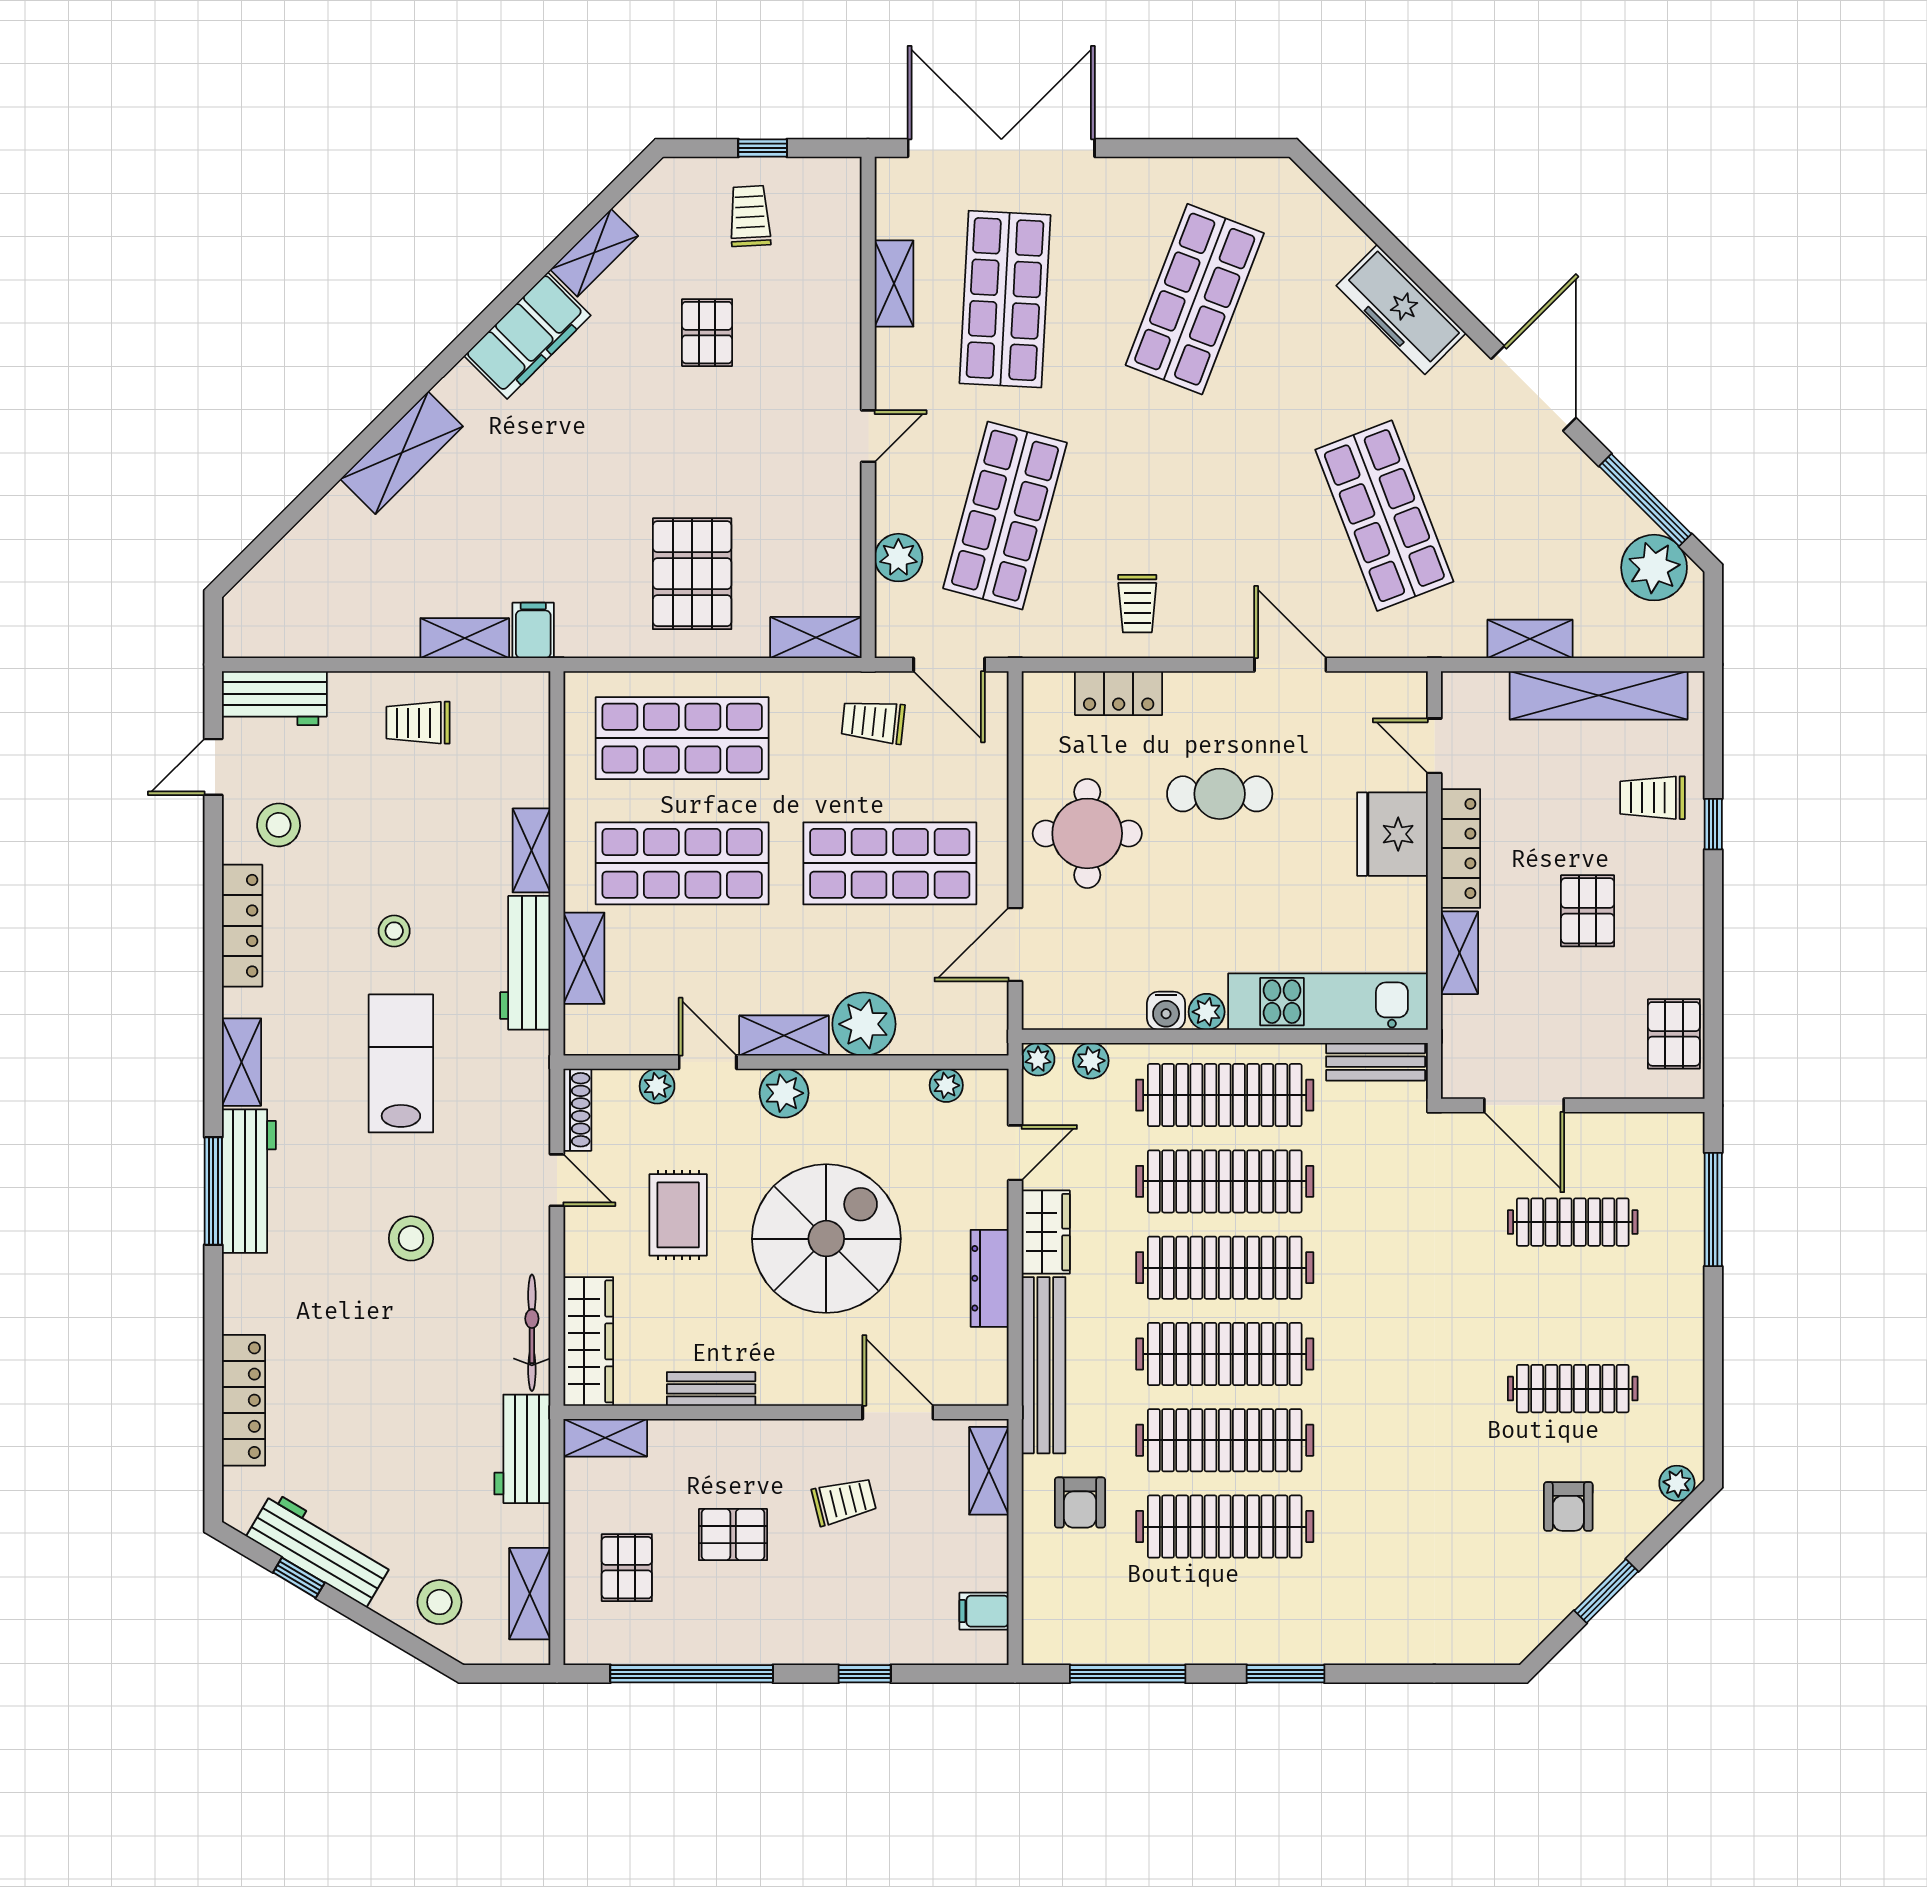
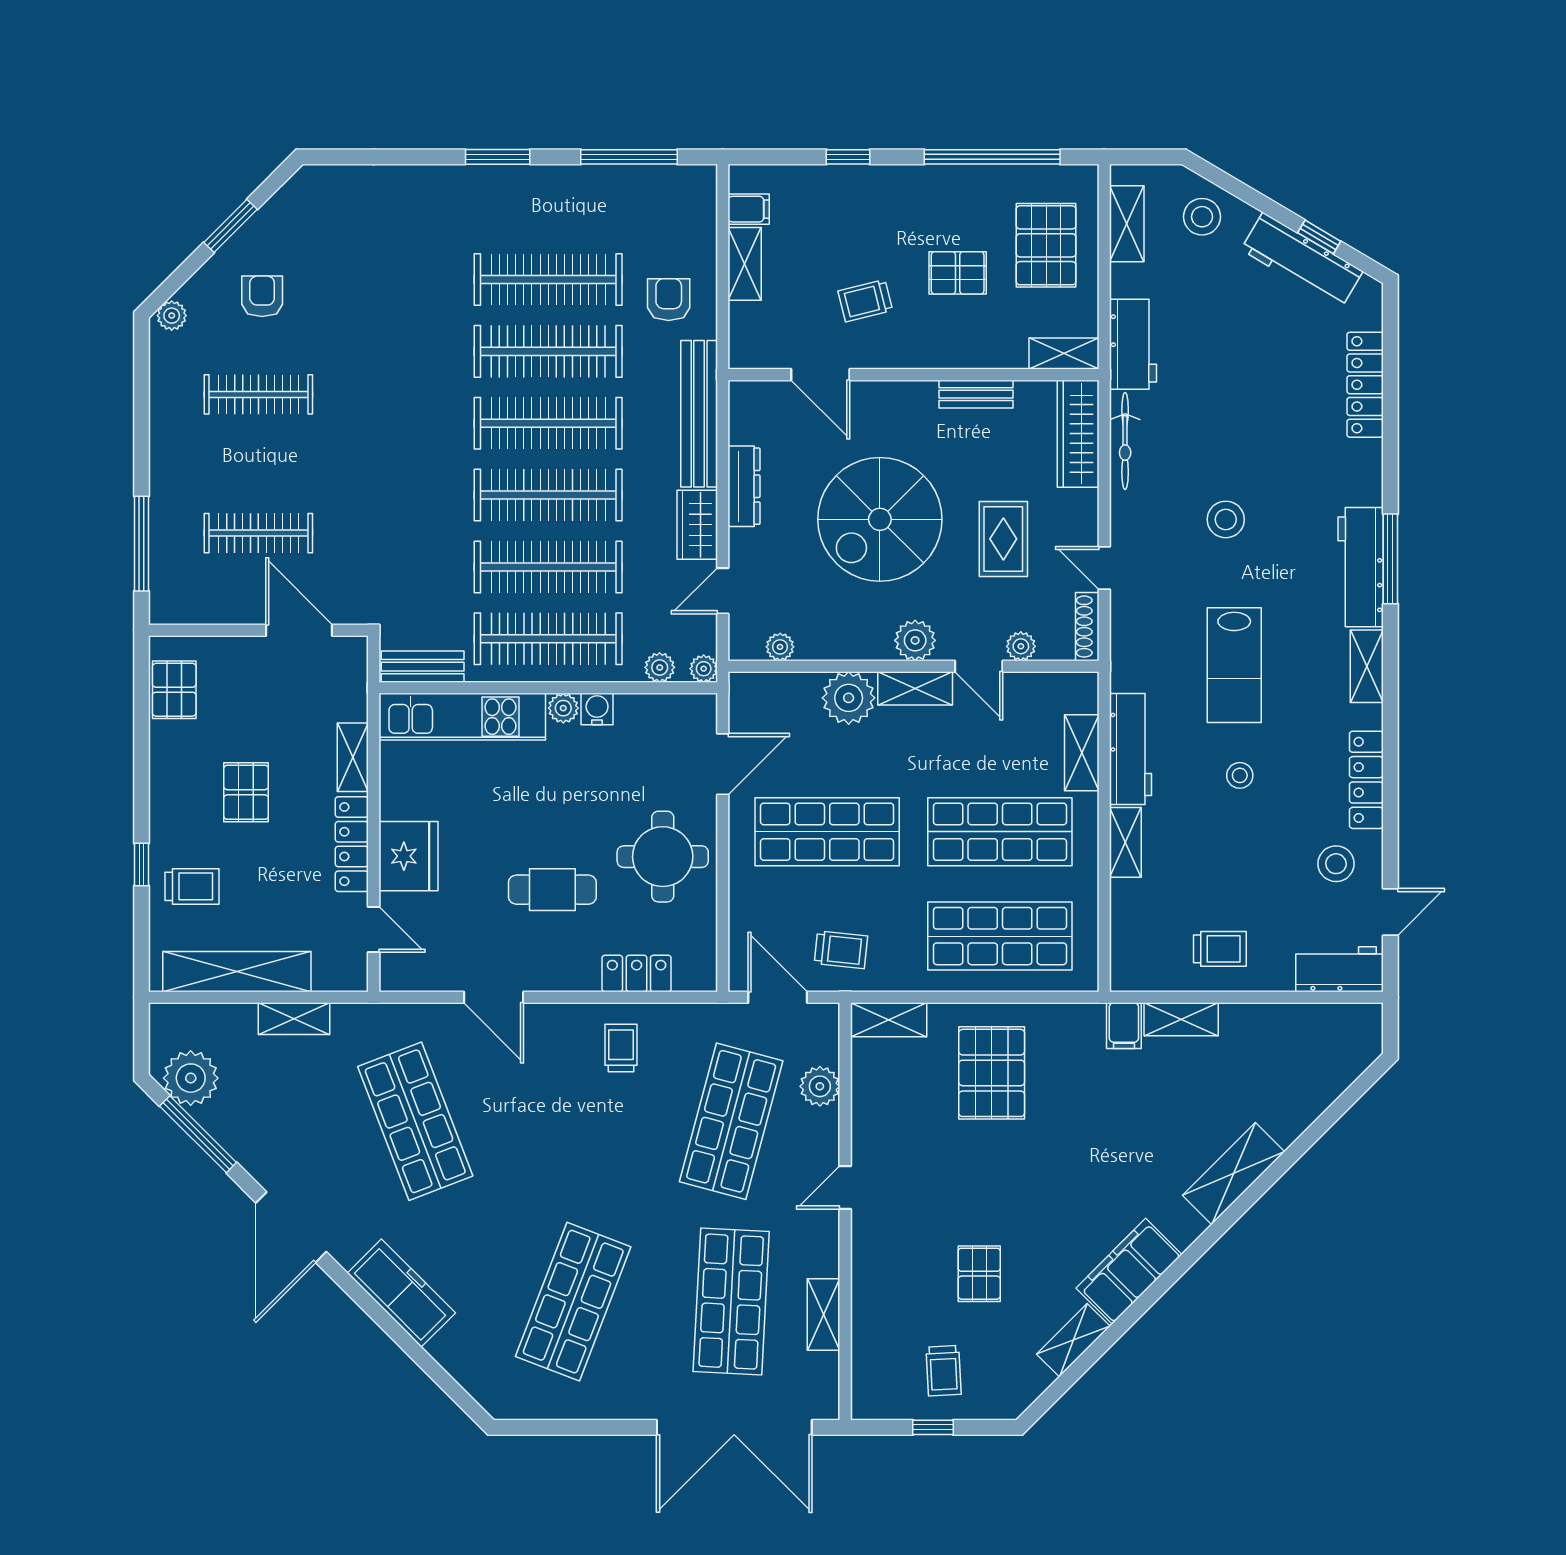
shelving: (989, 1471) -> (745, 264), moved
pallet: (627, 1568) -> (1046, 245), width x1.50, depth x1.42

